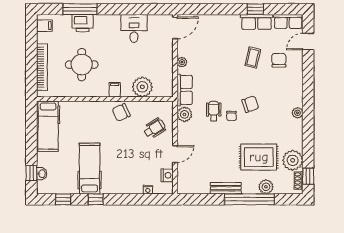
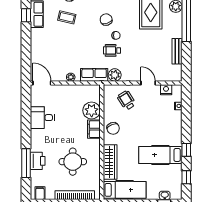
filing cabinet: (115, 90) -> (94, 129), width x2.00
wardrobe: (81, 109) -> (110, 162), added
bench: (226, 188) -> (177, 51), moved

